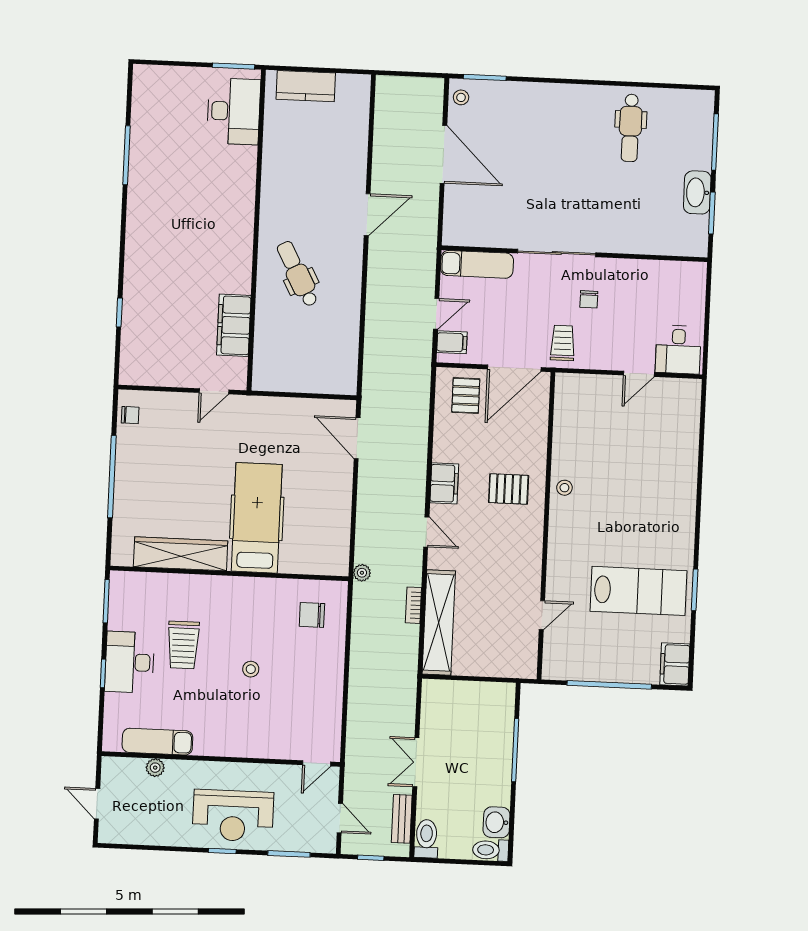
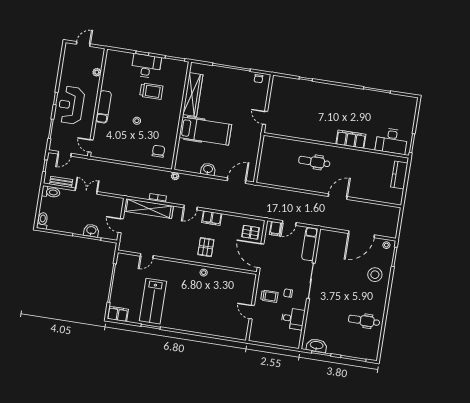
stool: (528, 115) -> (375, 275), added
washbasin: (697, 192) -> (317, 346), moved
door: (367, 215) -> (338, 197), swing flipped
dental chair: (298, 274) -> (314, 162), turned -152
door: (436, 314) -> (289, 223), hinge flipped
filing cabinet: (234, 325) -> (351, 139), moved
trolley: (563, 343) -> (269, 296), moved
desk: (678, 350) -> (293, 319), moved, turned 180
washbasin: (339, 503) -> (208, 169), added
door: (542, 615) -> (147, 256), hinge flipped
trolley: (183, 645) -> (151, 91), turned 180
door: (483, 679) -> (121, 226), added
exam couch: (157, 742) -> (104, 107), moved
washbasin: (497, 822) -> (91, 231), moved

